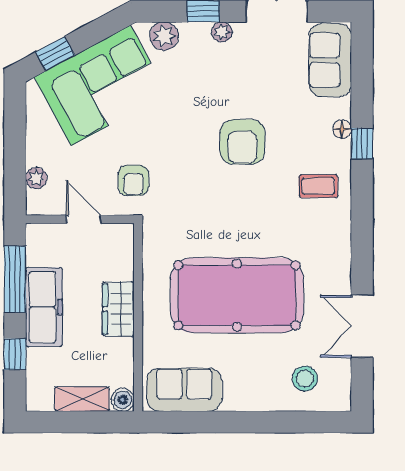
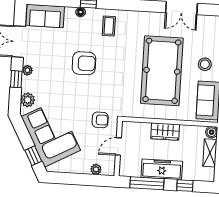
stool: (305, 379) -> (205, 64), moved

